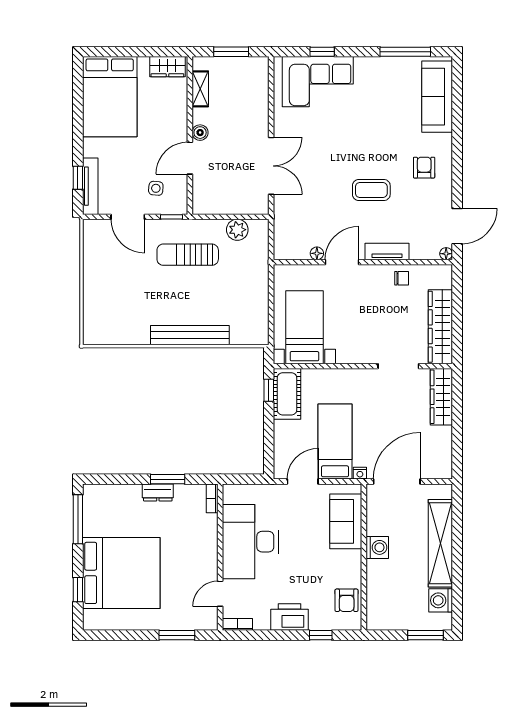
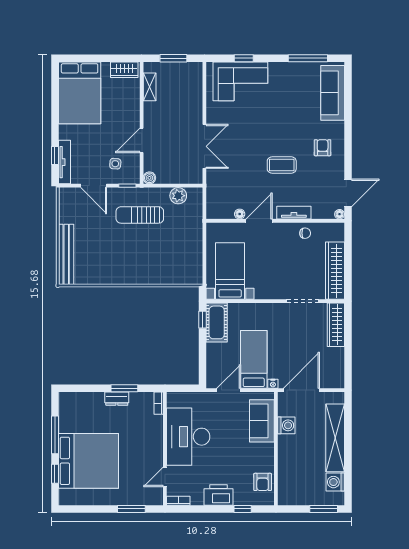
boiler: (200, 133) -> (149, 178), moved
bench: (190, 335) -> (66, 254), moved, turned 90
window: (78, 519) -> (55, 435), moved
washing machine: (377, 547) -> (286, 425), moved

